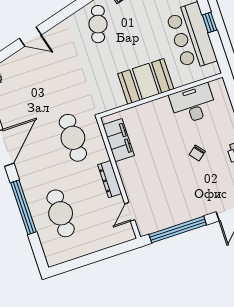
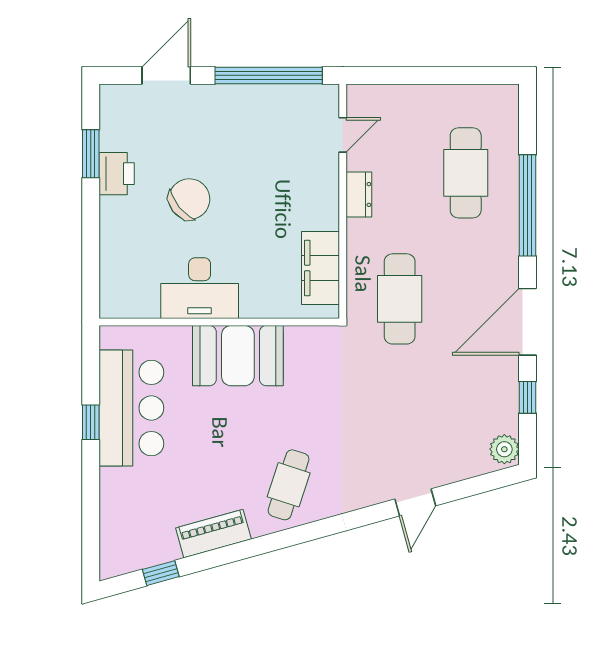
door: (30, 37) -> (415, 502), swing flipped
desk: (193, 104) -> (200, 288), moved
chair: (197, 153) -> (189, 199), width x1.87, depth x1.87
dresser: (110, 179) -> (359, 194), width x0.70

